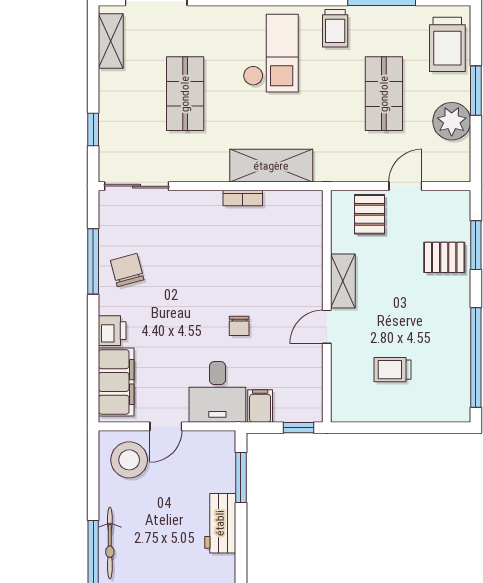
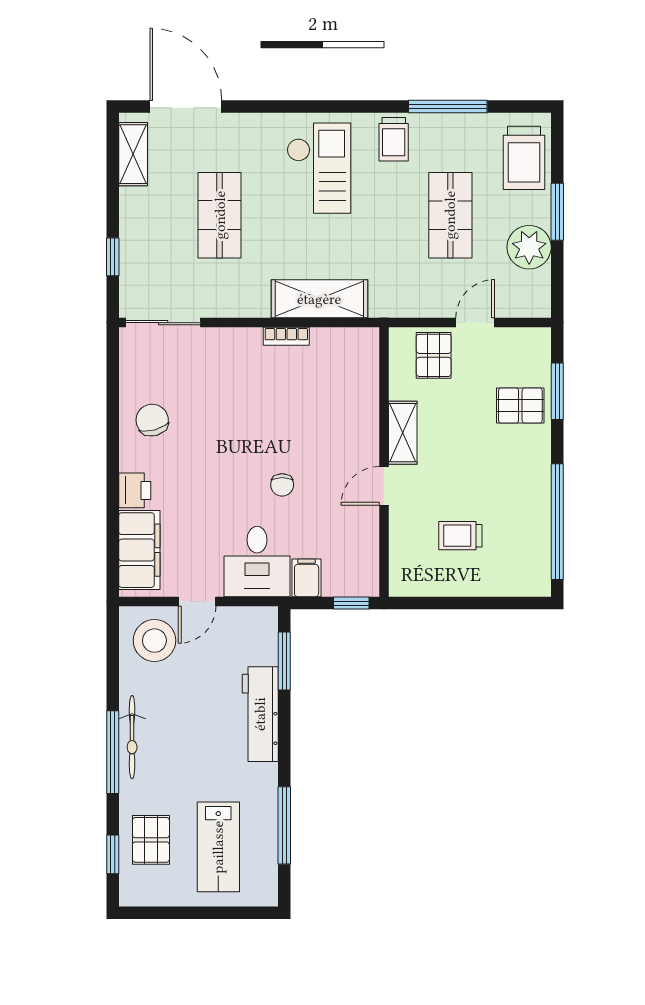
window: (93, 261) -> (113, 410), removed
workbench: (220, 523) -> (260, 714), width x1.38

